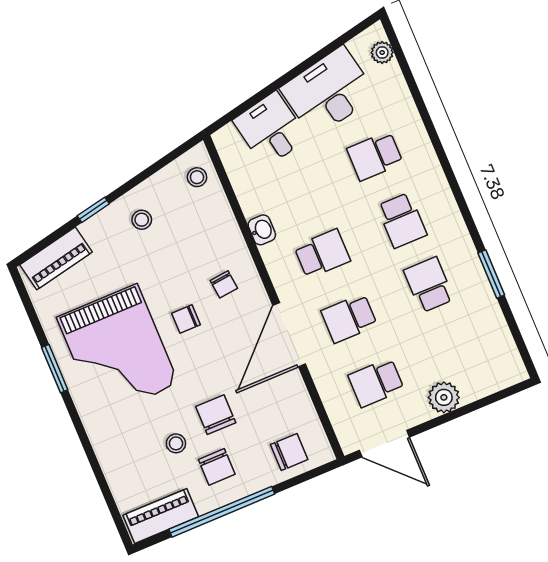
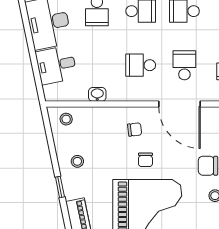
washbasin: (262, 230) -> (97, 94), moved
school desk: (322, 254) -> (141, 65), turned -90
school desk: (349, 318) -> (184, 65), turned 180

